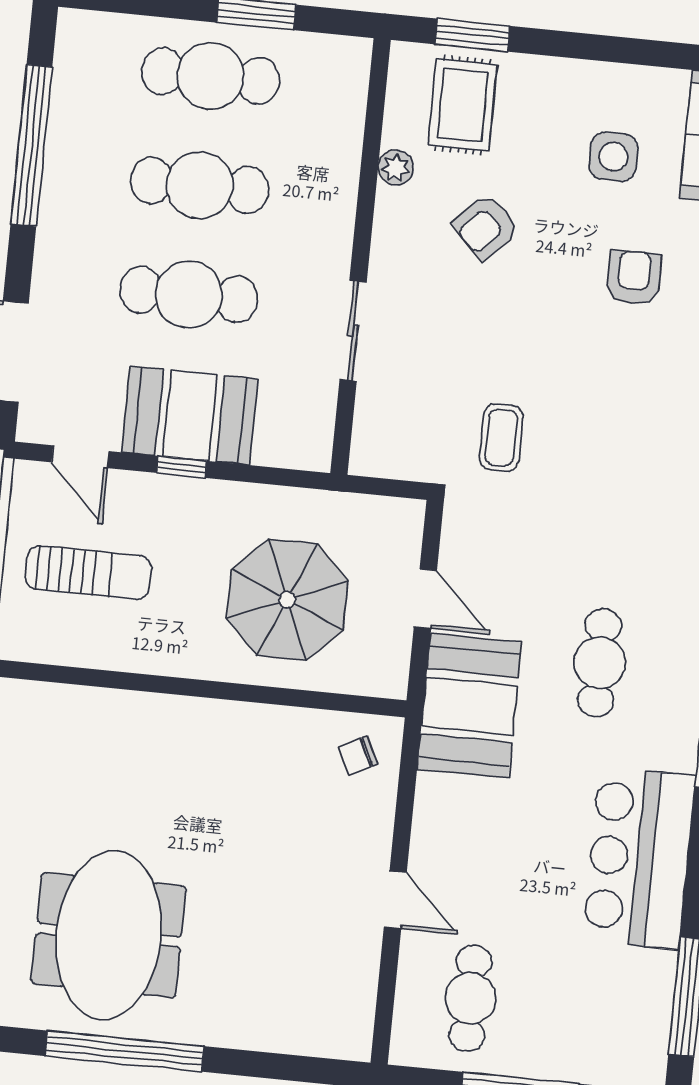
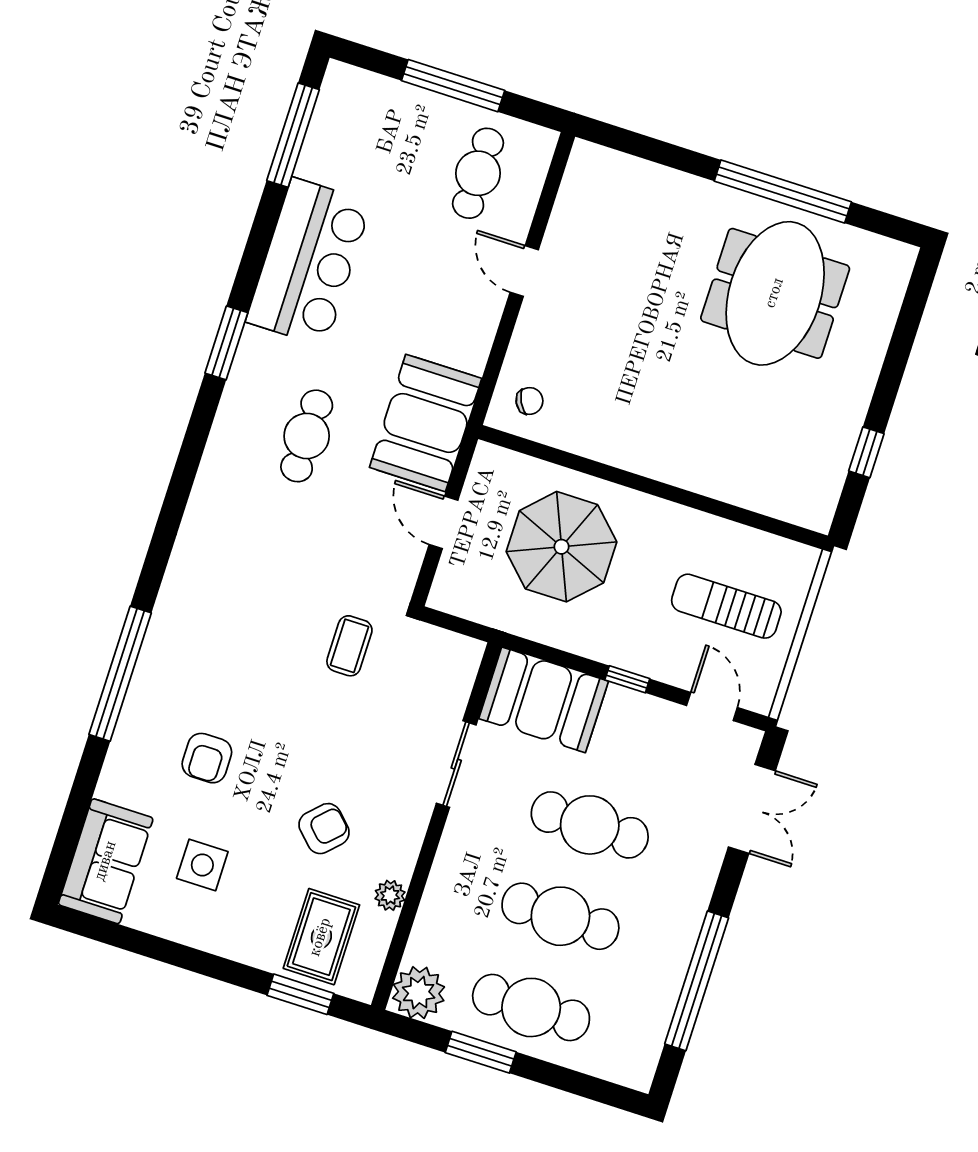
plant: (340, 66) -> (419, 993), added
booth: (190, 416) -> (544, 700), moved

